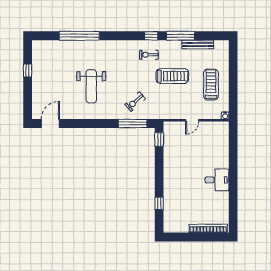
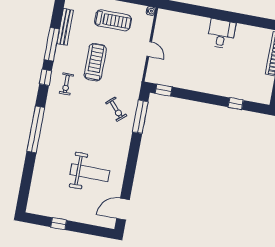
window: (79, 36) -> (36, 129), moved
treadmill: (211, 85) -> (113, 20), turned 180
weight bench: (91, 86) -> (90, 173), moved
door: (50, 124) -> (123, 209), hinge flipped

